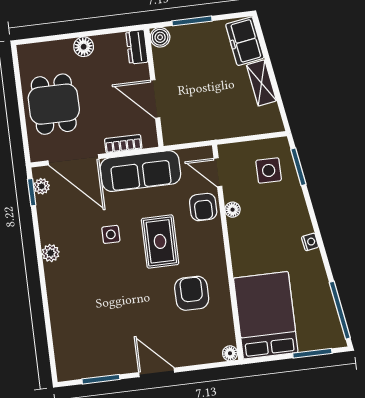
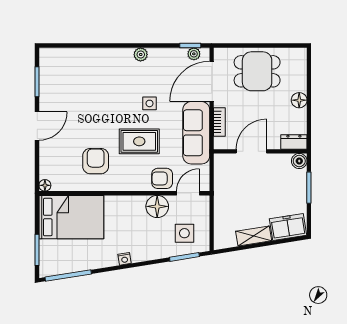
floor lamp: (233, 210) -> (157, 206), width x1.89, depth x1.89
armchair: (192, 293) -> (96, 161), turned -90

